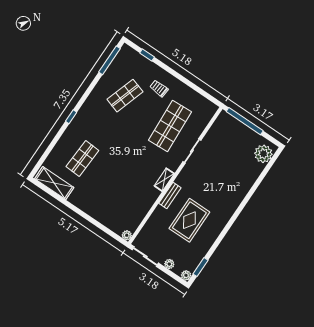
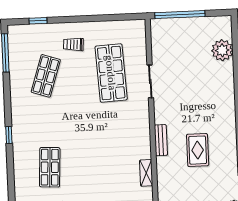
plant: (263, 154) -> (222, 50), moved
shelving: (164, 180) -> (146, 173), moved
rug: (189, 220) -> (198, 150), width x0.73, depth x0.70

